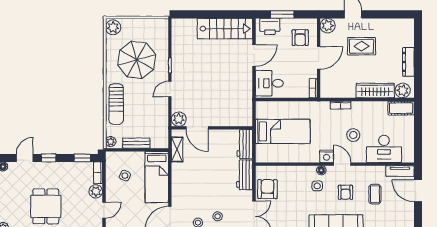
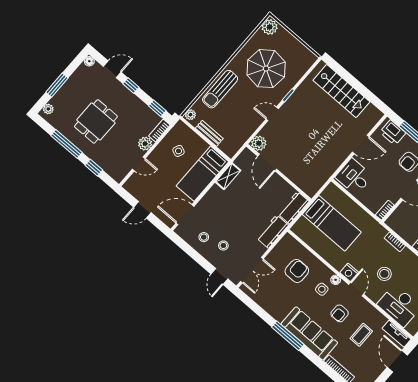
stairs: (225, 29) -> (341, 91), moved
shelving: (177, 149) -> (228, 176), moved
armchair: (267, 189) -> (297, 271), moved

